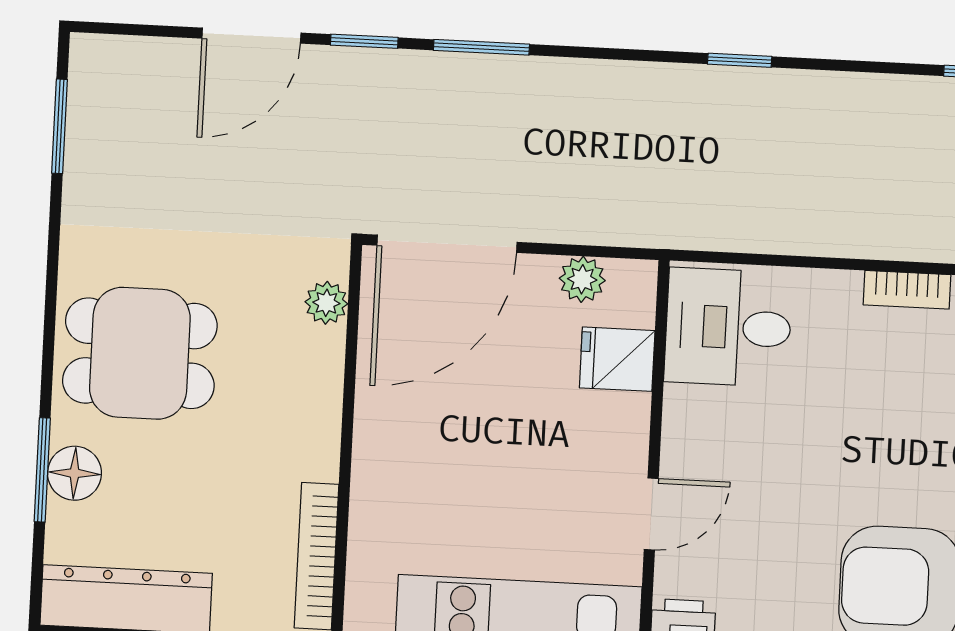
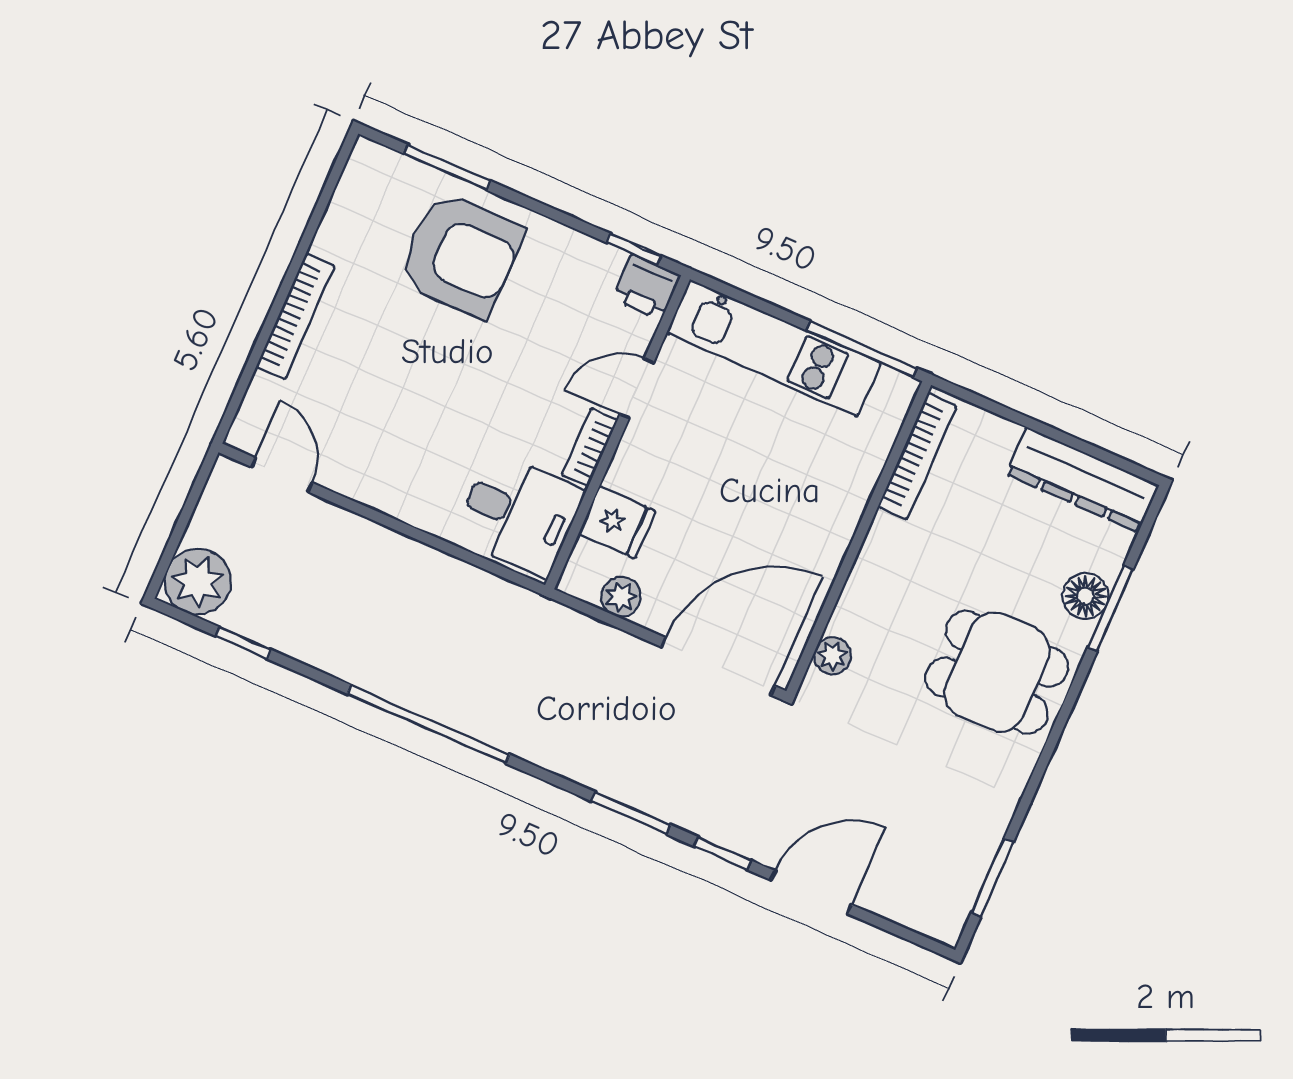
window: (740, 60) -> (428, 724), width x3.17
bookcase: (907, 290) -> (590, 447), moved, turned -90

